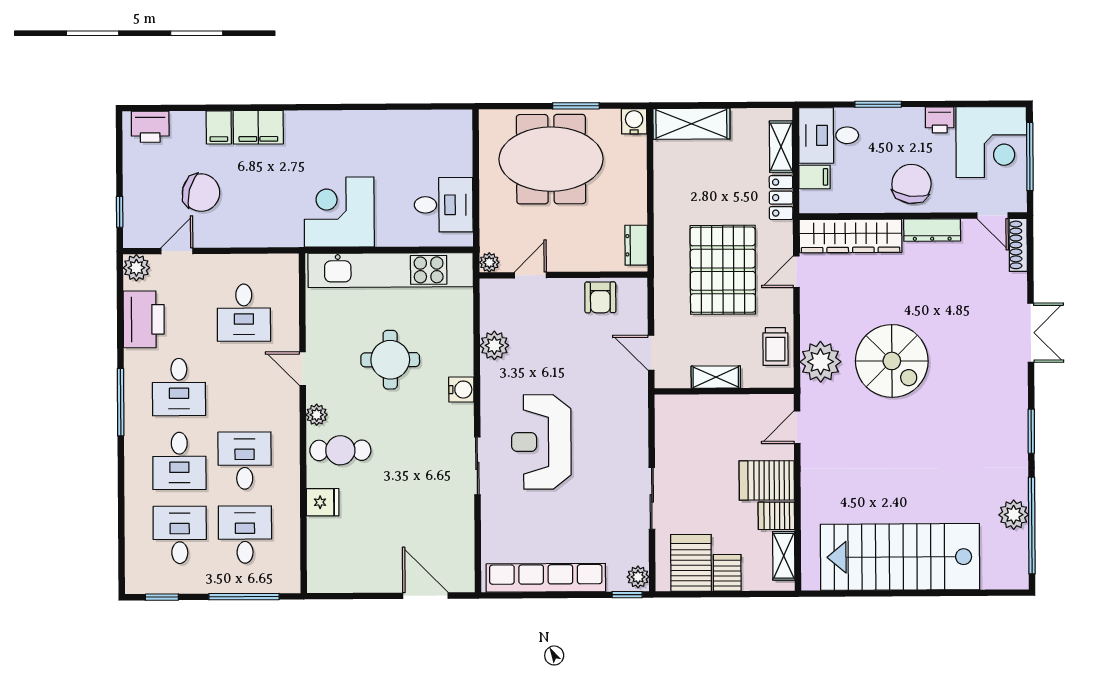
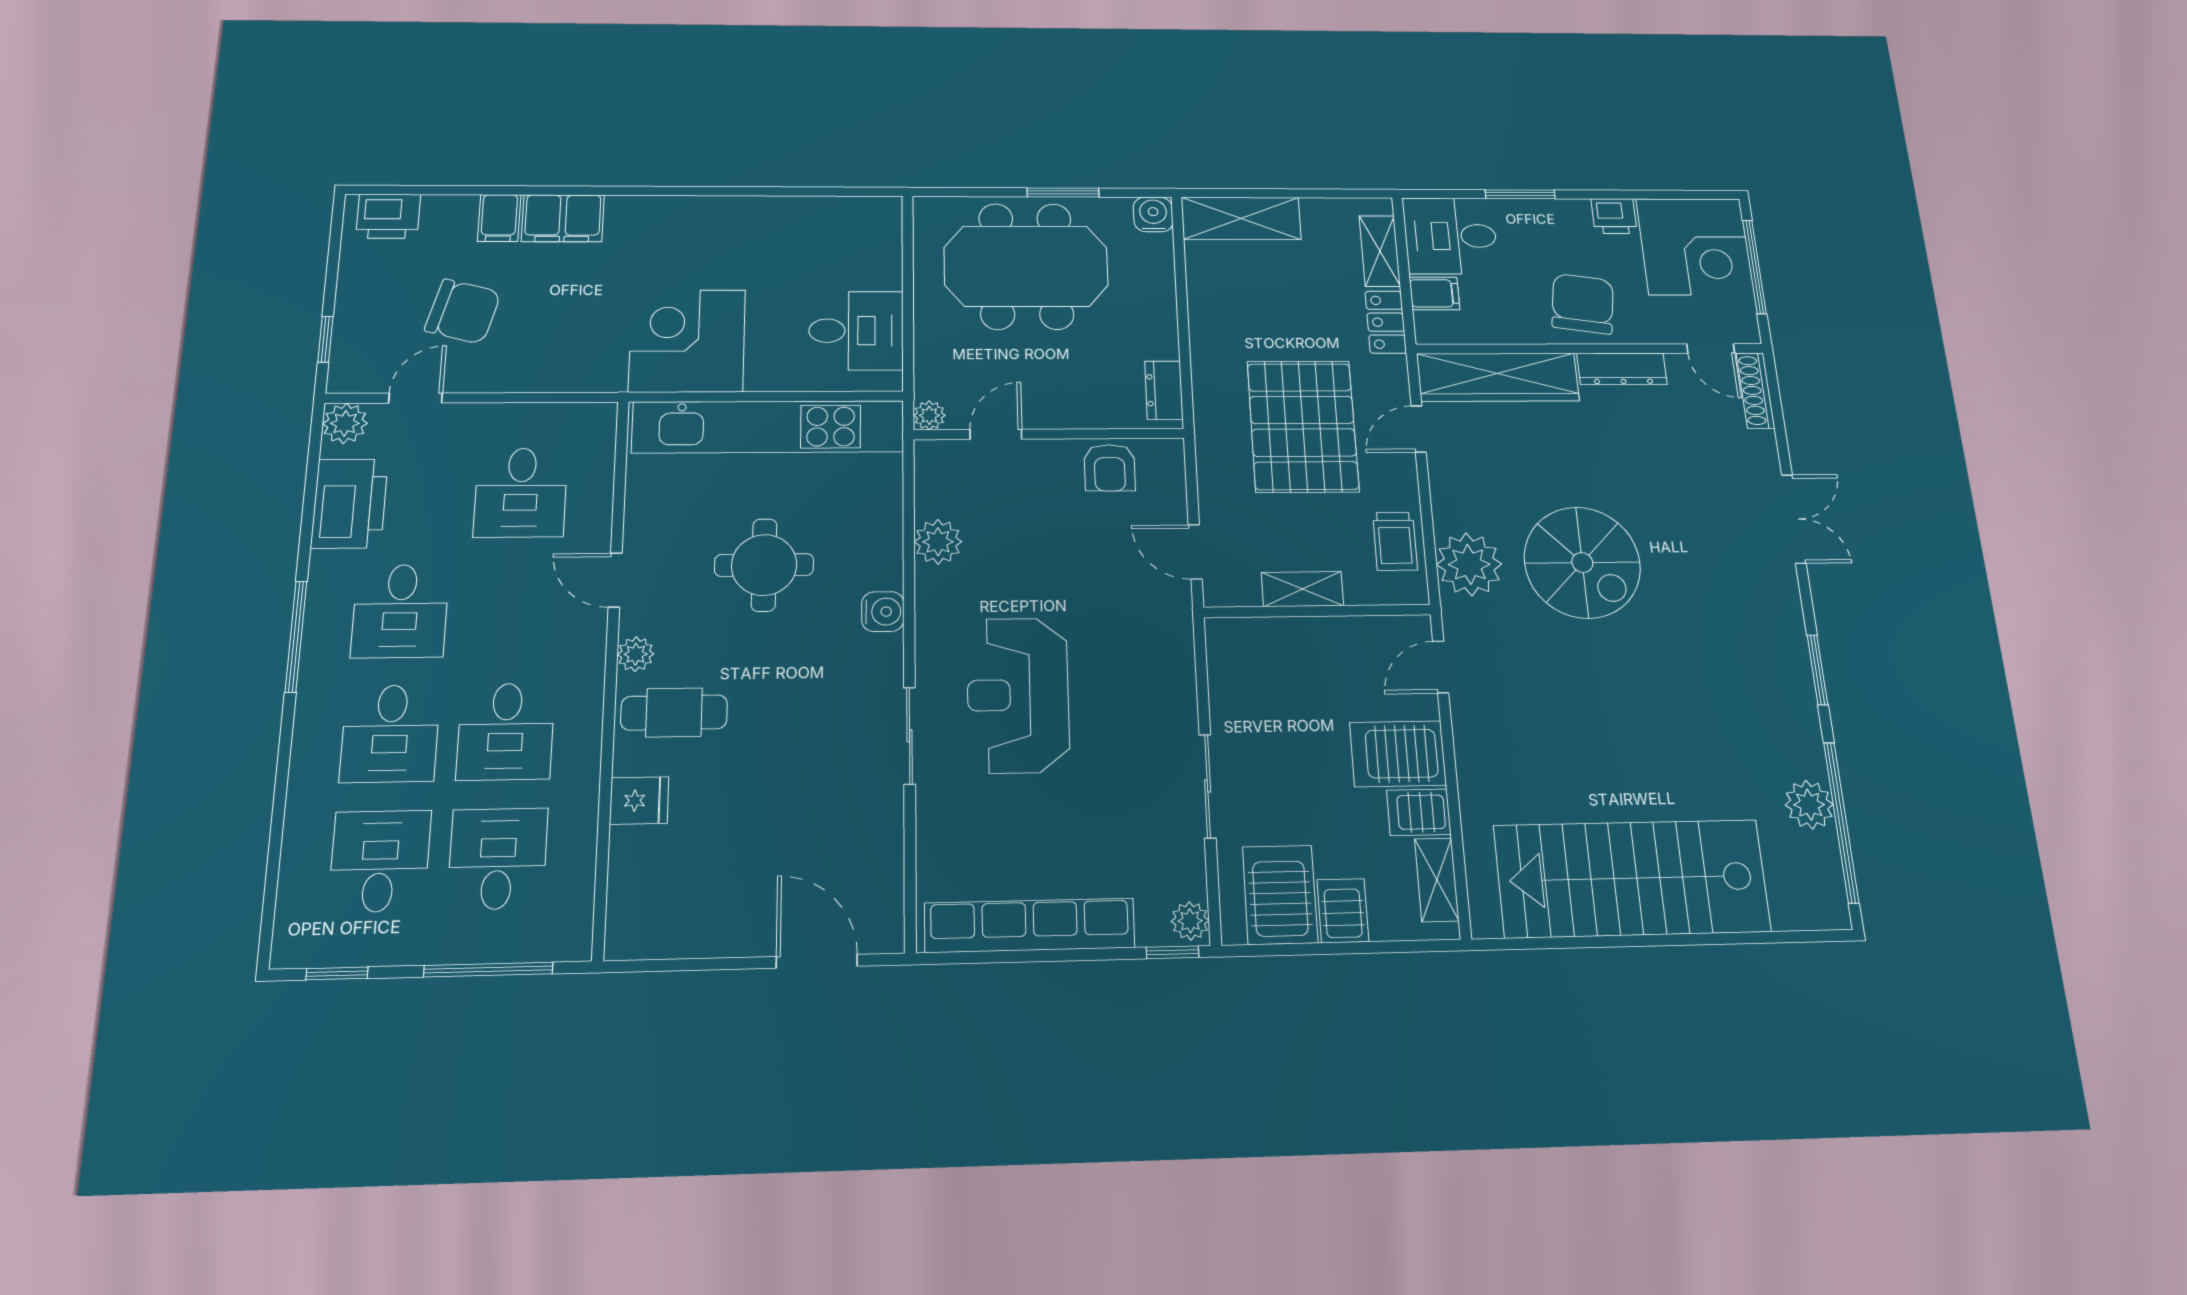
desk: (245, 461) -> (506, 732), turned 180

